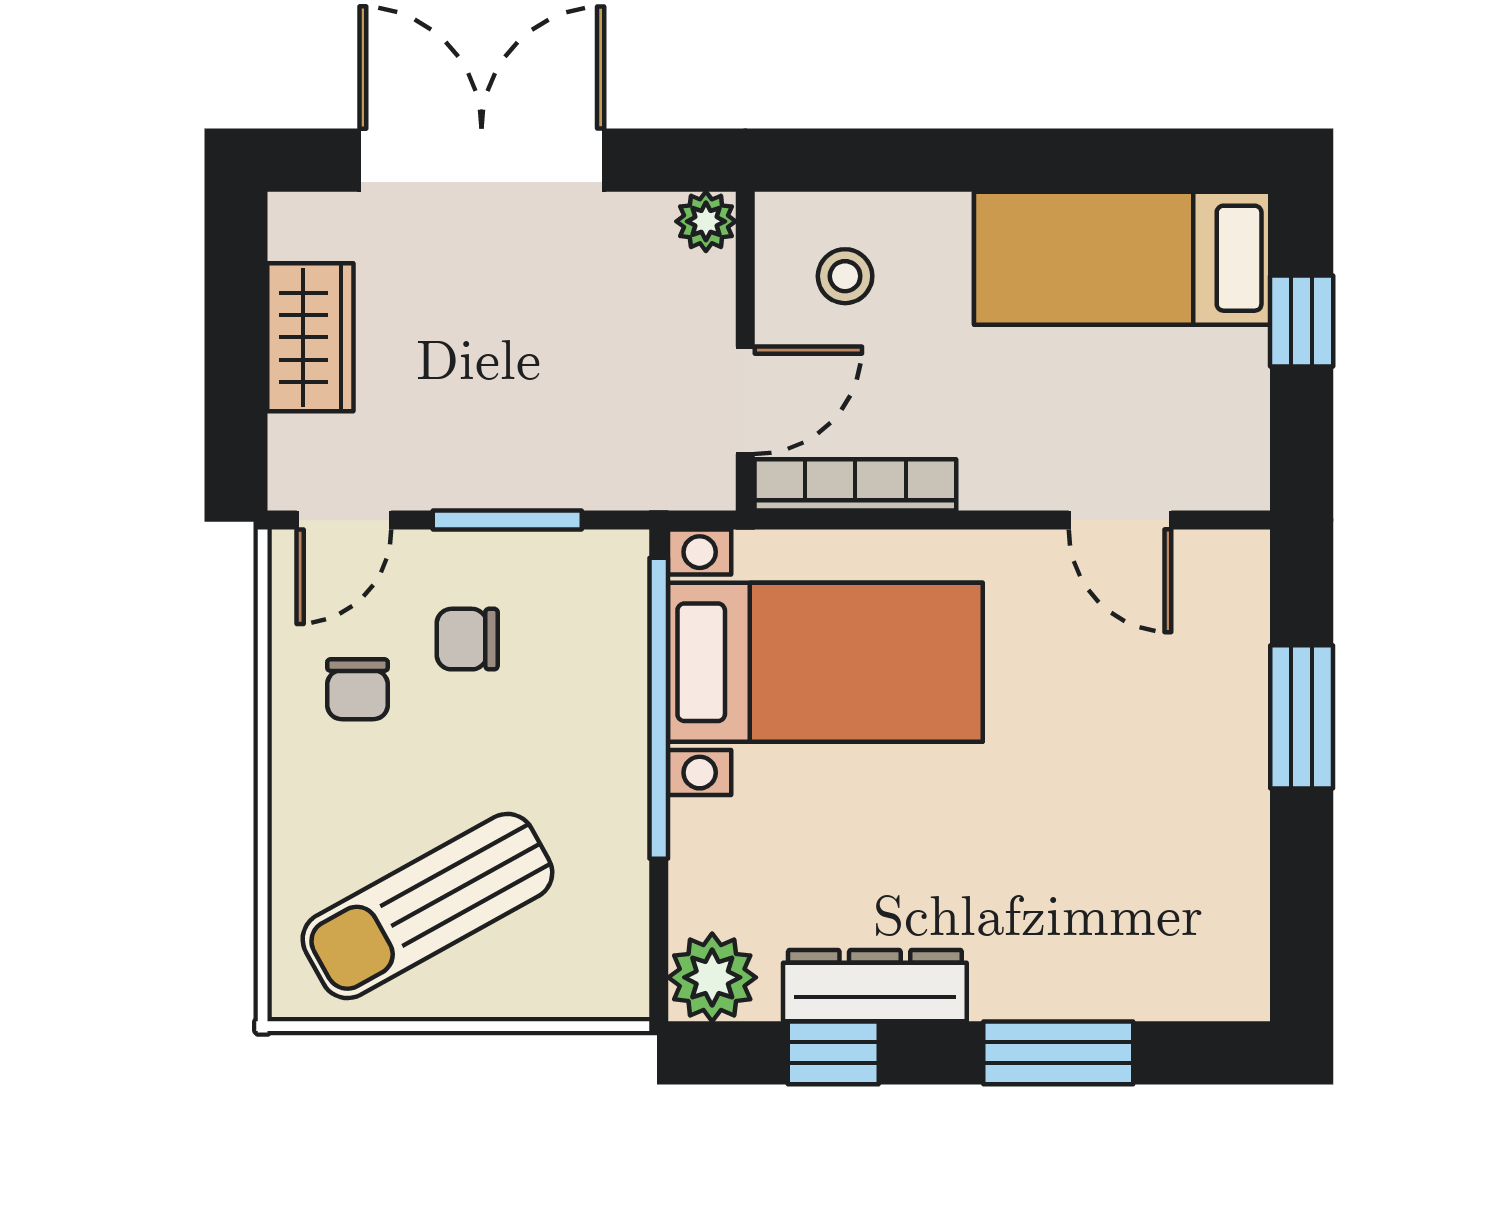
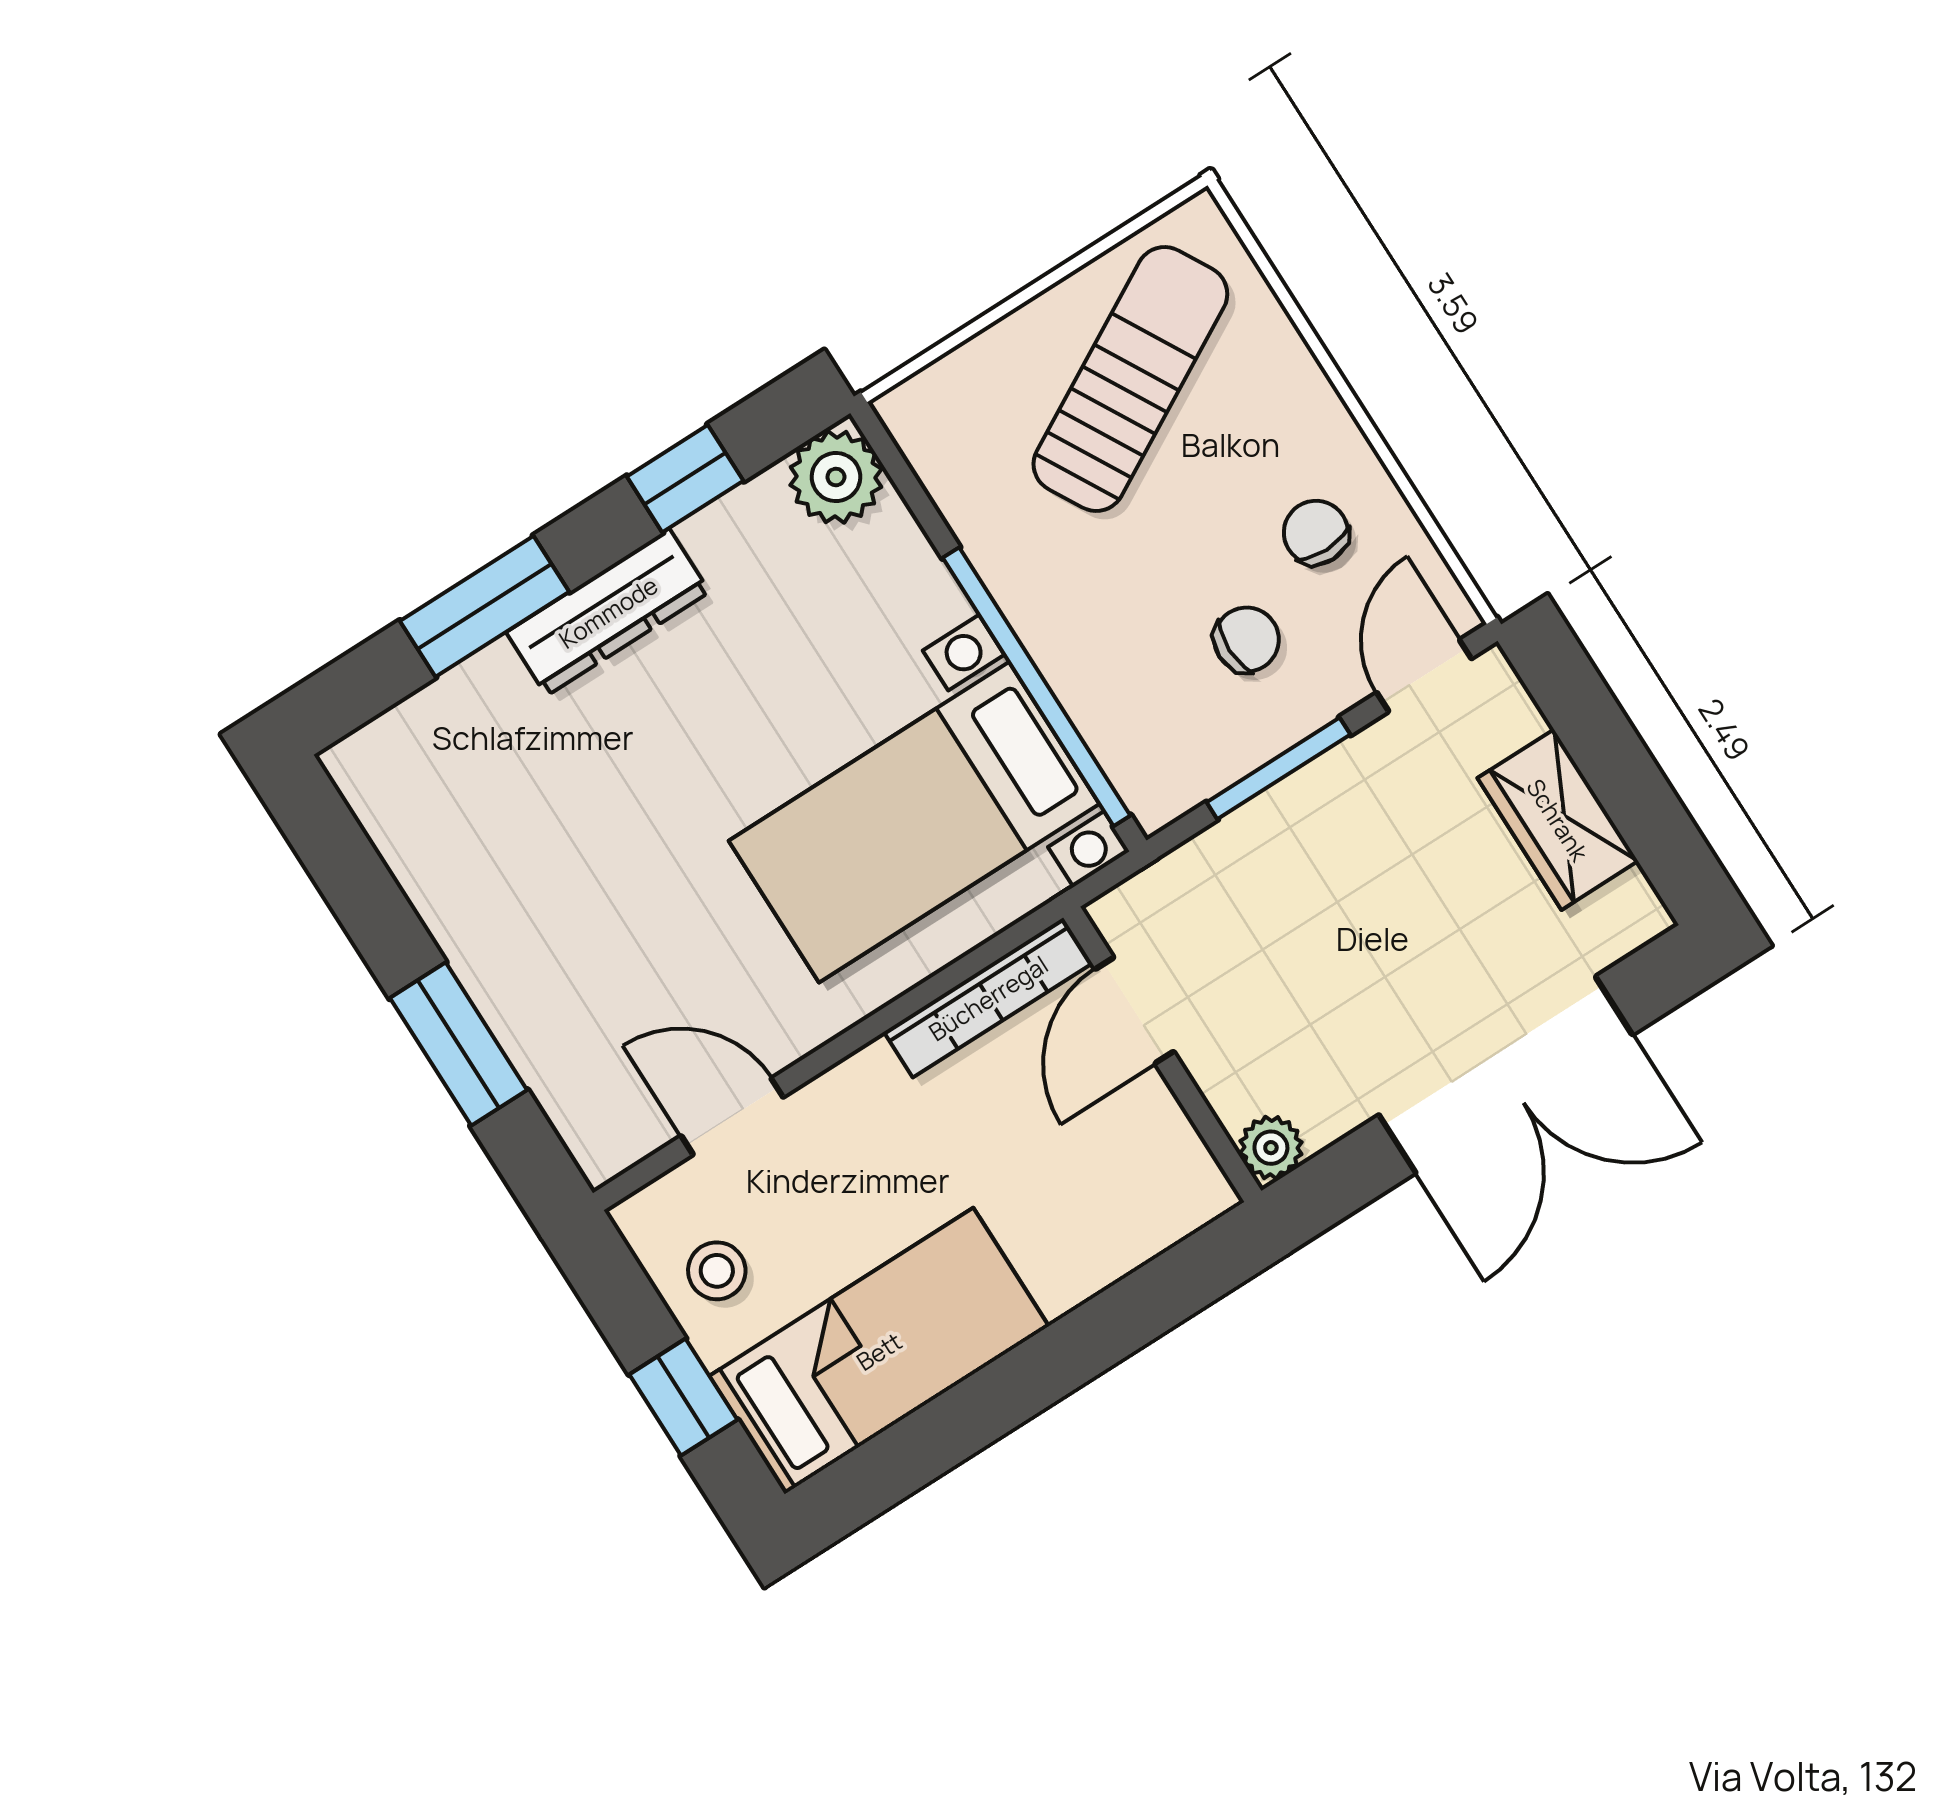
stool: (845, 276) -> (717, 1271), moved
dresser: (875, 986) -> (608, 612), moved

